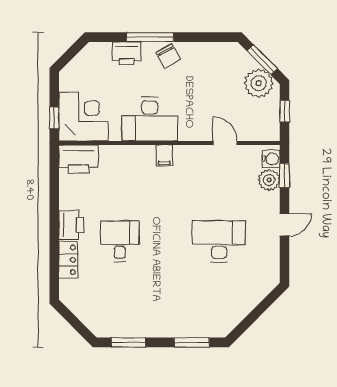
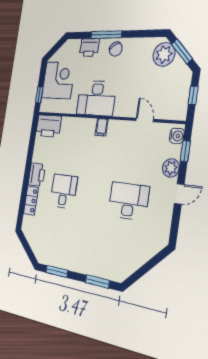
plant: (259, 83) -> (164, 54), moved
corner desk: (83, 117) -> (58, 80), moved
plant: (269, 180) -> (171, 168), moved

